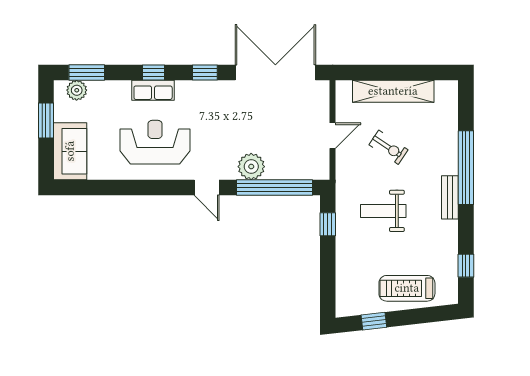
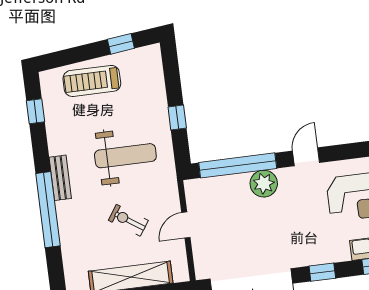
door: (207, 188) -> (306, 157), hinge flipped
weight bench: (383, 211) -> (125, 156), width x1.36, depth x1.33
window: (328, 224) -> (177, 118), moved
treadmill: (407, 288) -> (92, 81), turned 180

